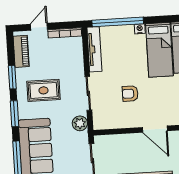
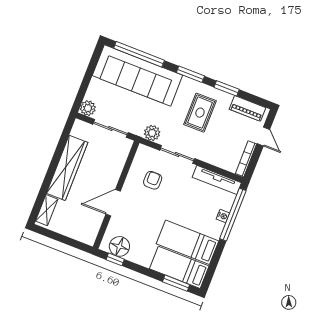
nightstand: (140, 29) -> (223, 216), moved
armchair: (130, 94) -> (153, 180), moved

